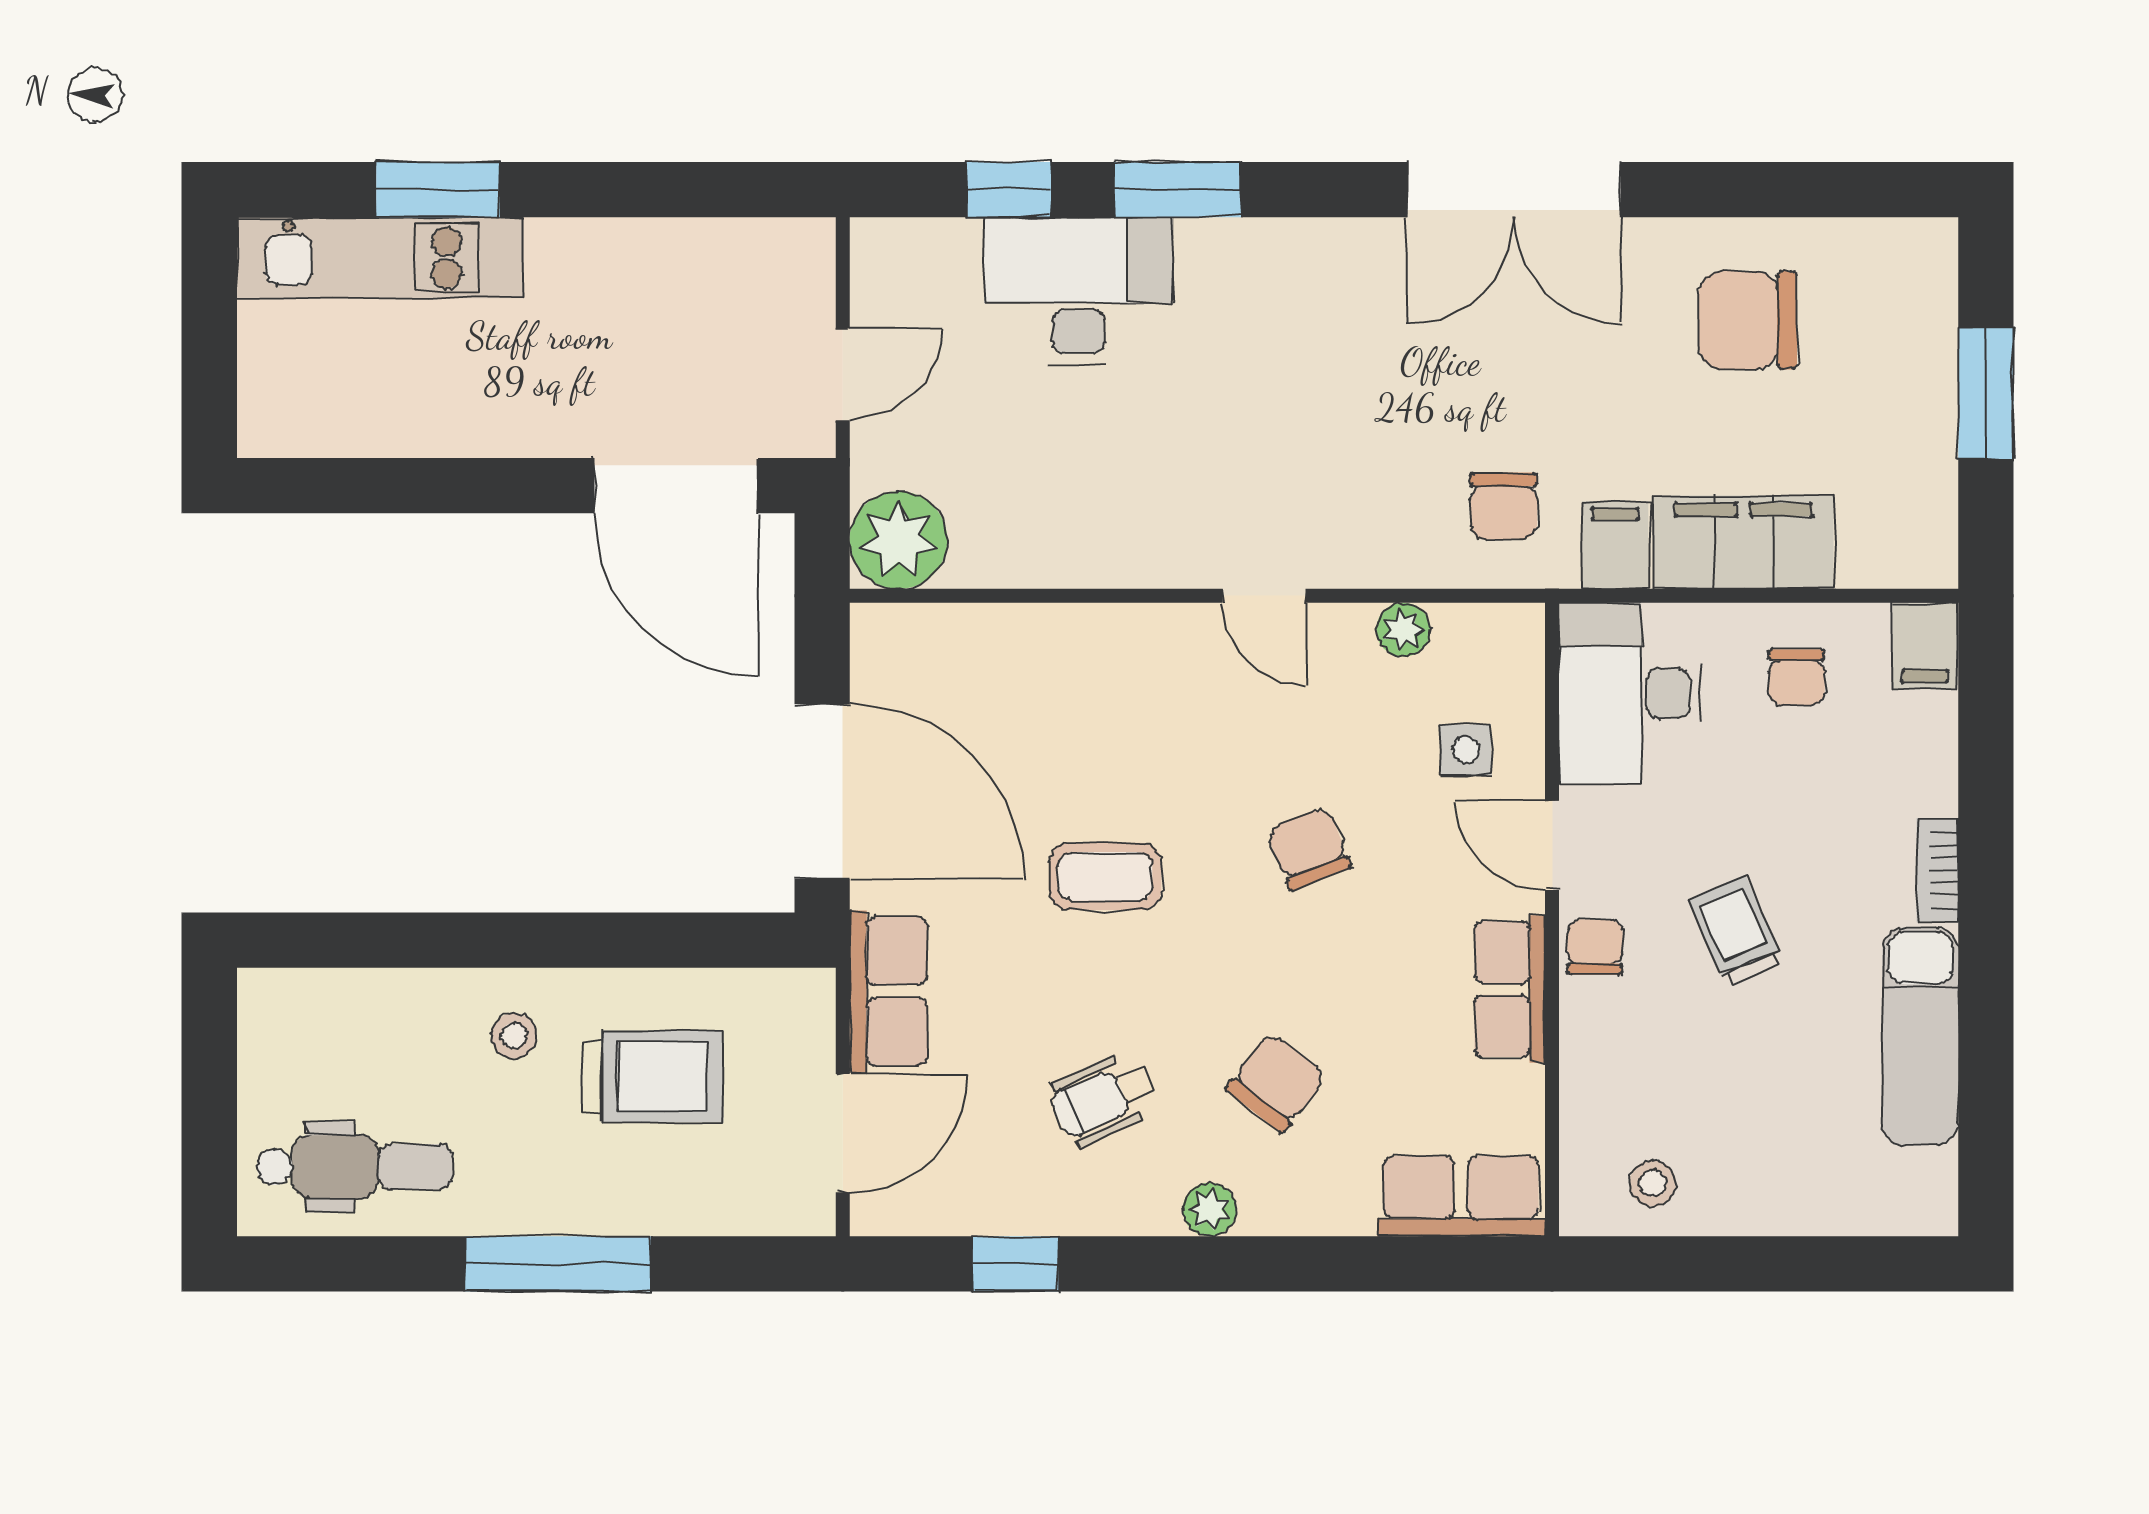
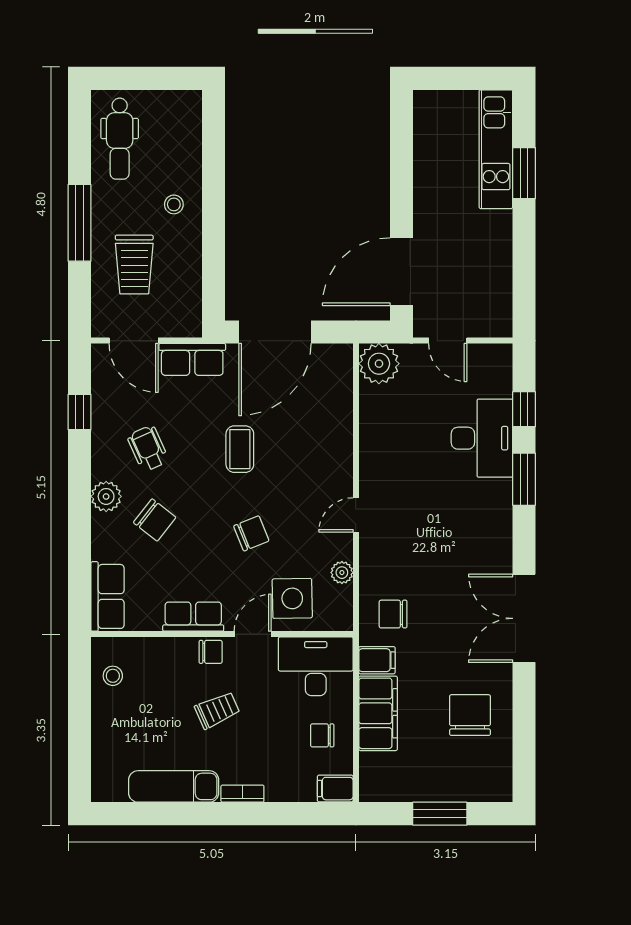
side table: (1466, 750) -> (292, 598), width x1.87, depth x1.87
trolley: (653, 1077) -> (134, 265), moved
plant: (1209, 1210) -> (106, 496), width x1.38, depth x1.38

